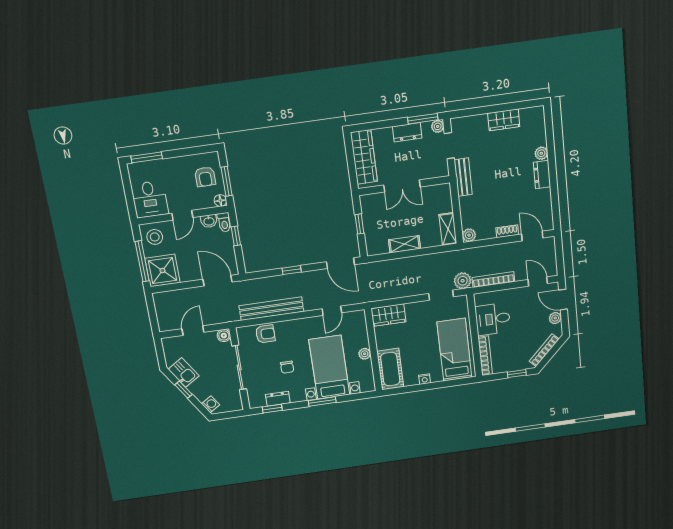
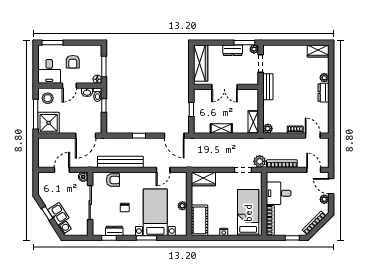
wardrobe: (504, 120) -> (318, 51), moved
armchair: (205, 177) -> (73, 62), moved
door: (218, 281) -> (86, 136), swing flipped
kitchen sink: (184, 372) -> (58, 214), moved

